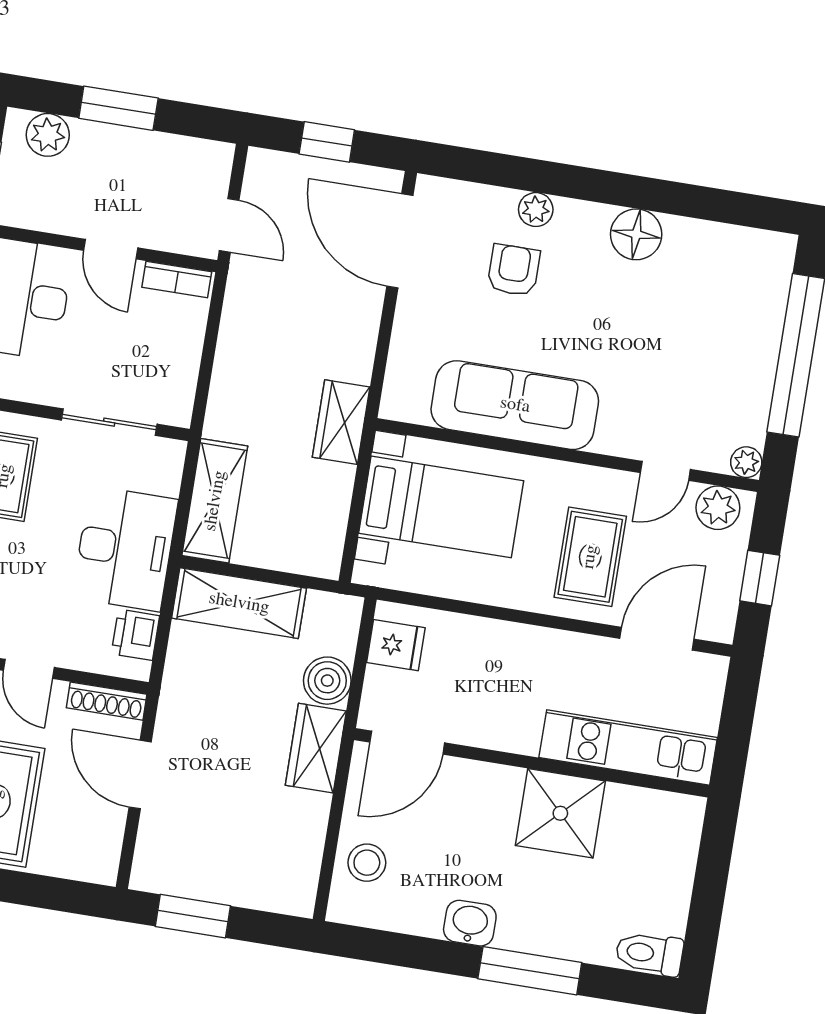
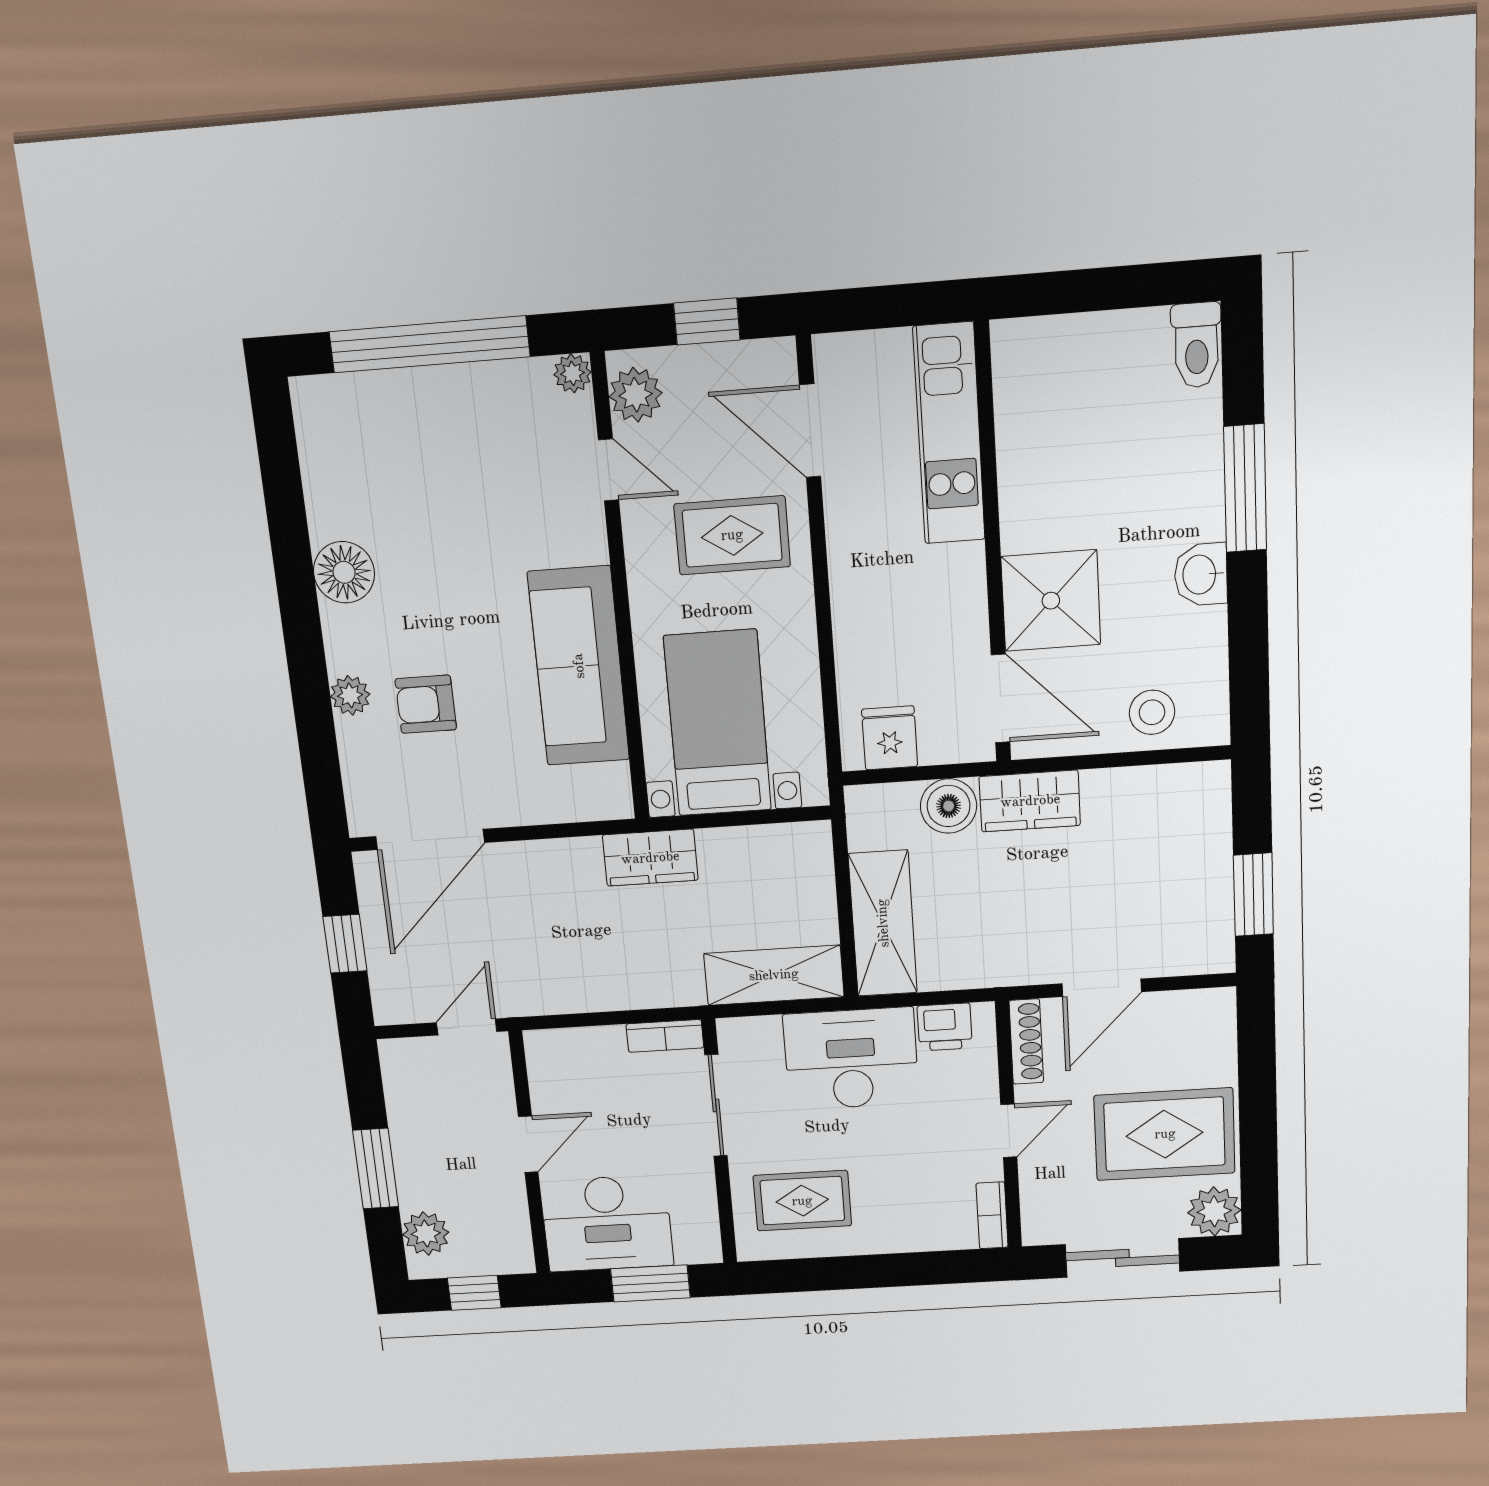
bookcase: (177, 280) -> (665, 1036), moved, turned 90
shower: (560, 813) -> (1051, 601), moved

